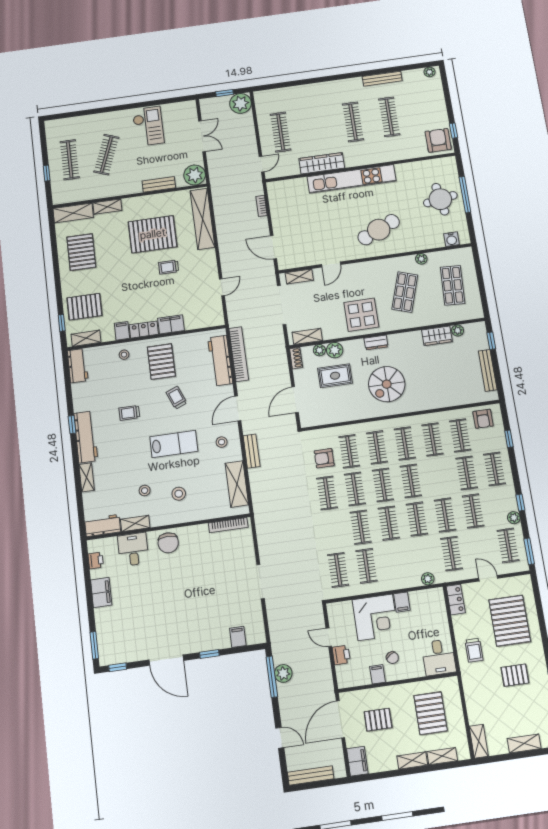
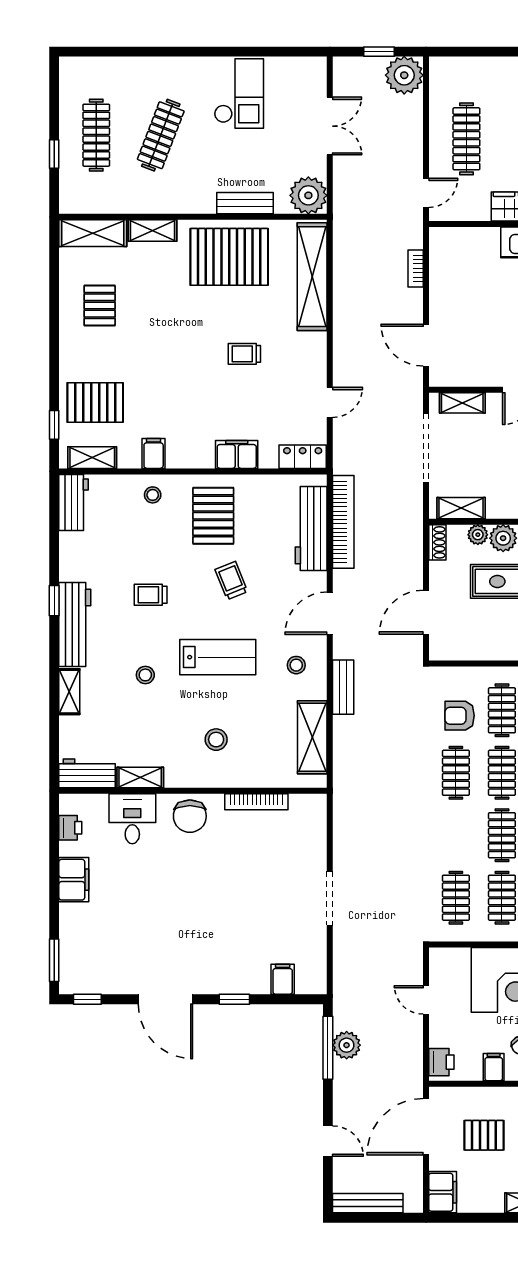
pallet: (153, 234) -> (229, 257), moved
pallet: (81, 252) -> (100, 305), width x0.67, depth x0.71
locker: (144, 330) -> (303, 457), moved
stool: (145, 491) -> (145, 675), moved
bookcase: (228, 525) -> (256, 802), moved
printer: (341, 655) -> (441, 1062), moved

